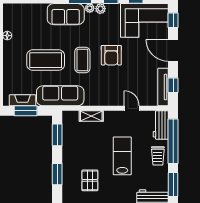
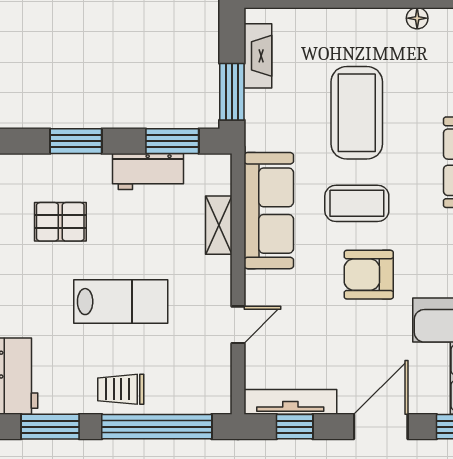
sofa: (60, 96) -> (269, 211), moved
window: (26, 111) -> (232, 92), moved
workbench: (161, 125) -> (148, 172), moved, turned 180

